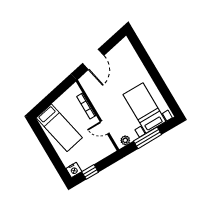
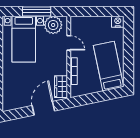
wardrobe: (89, 87) -> (61, 87), added
plant: (125, 140) -> (53, 25), width x1.87, depth x1.87
window: (90, 172) -> (105, 11), removed

